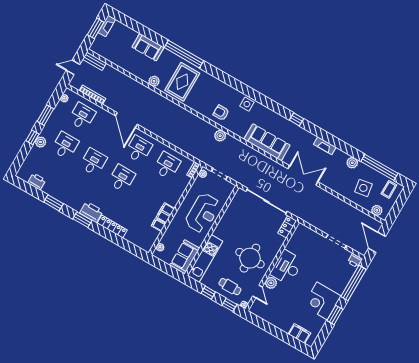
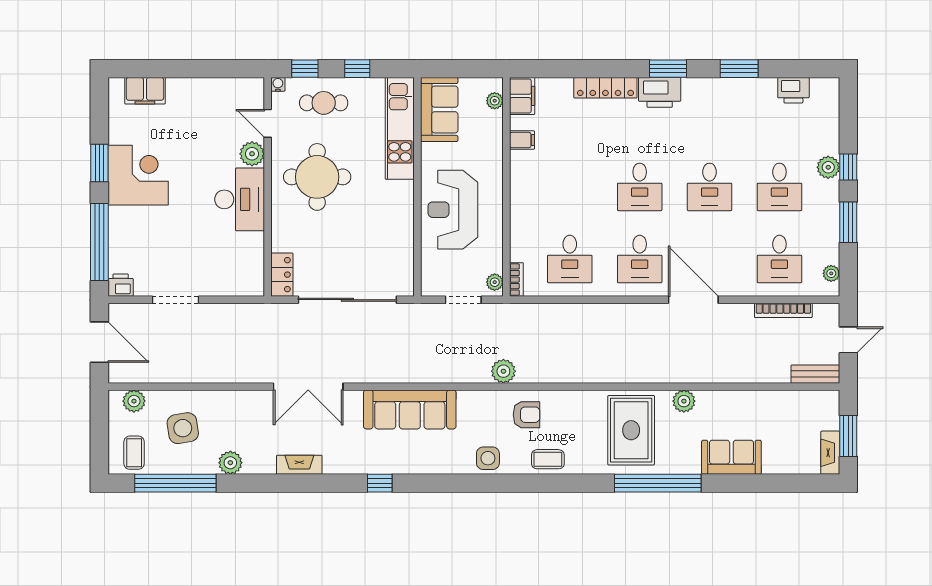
coffee table: (223, 90) -> (548, 459), added
filing cabinet: (165, 213) -> (522, 96), moved

